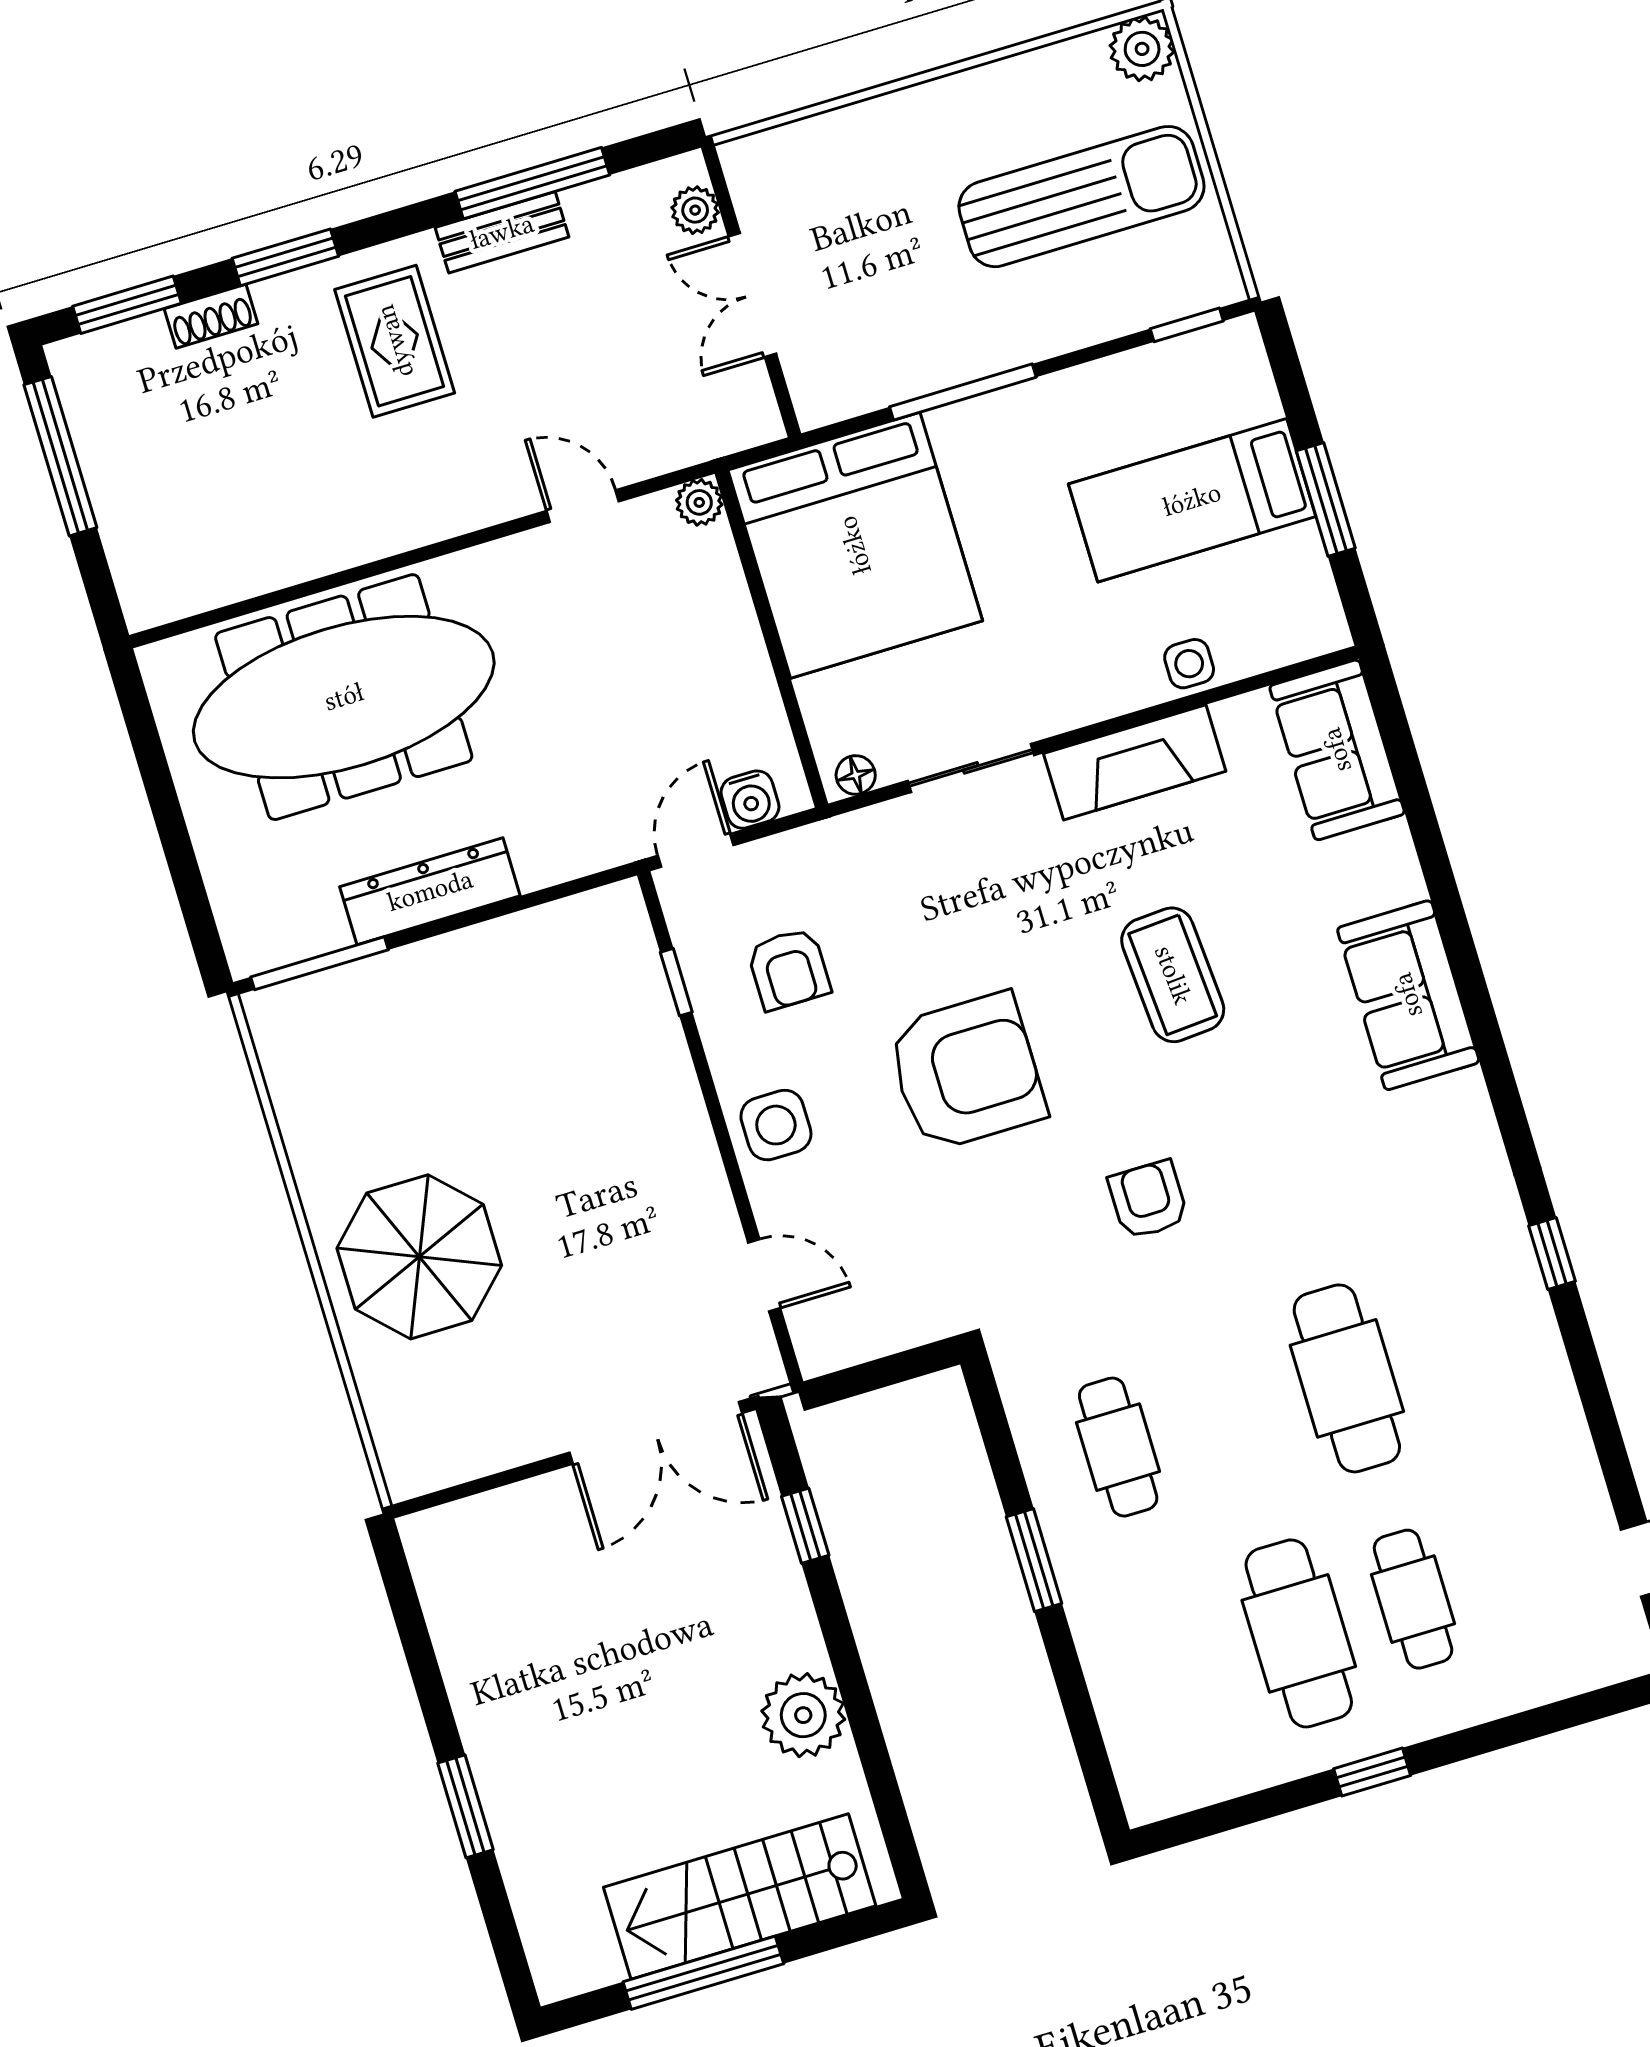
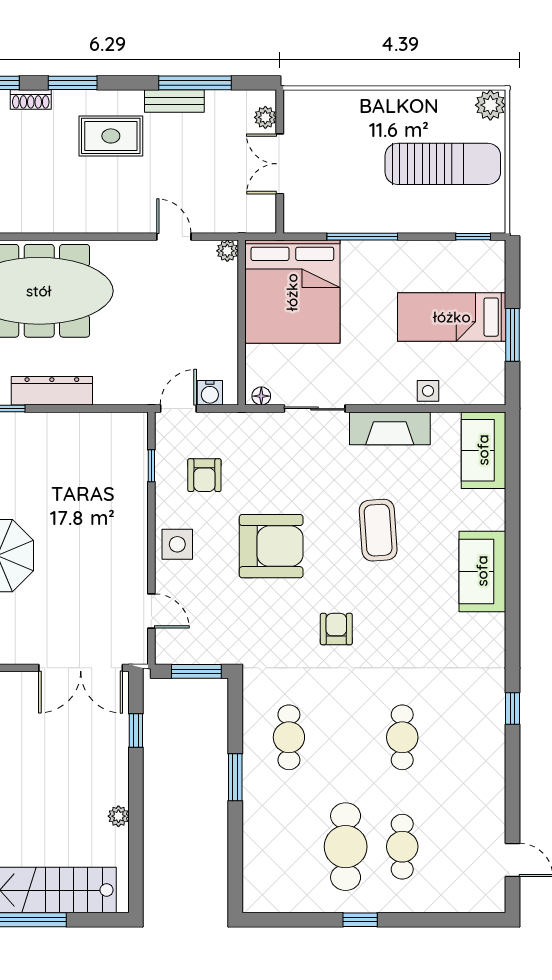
rug: (395, 341) -> (111, 136), turned 90
window: (892, 1370) -> (196, 671), added
cafe table: (1347, 1378) -> (402, 737), width x0.73, depth x0.74
plant: (803, 1715) -> (118, 816), width x0.53, depth x0.53

